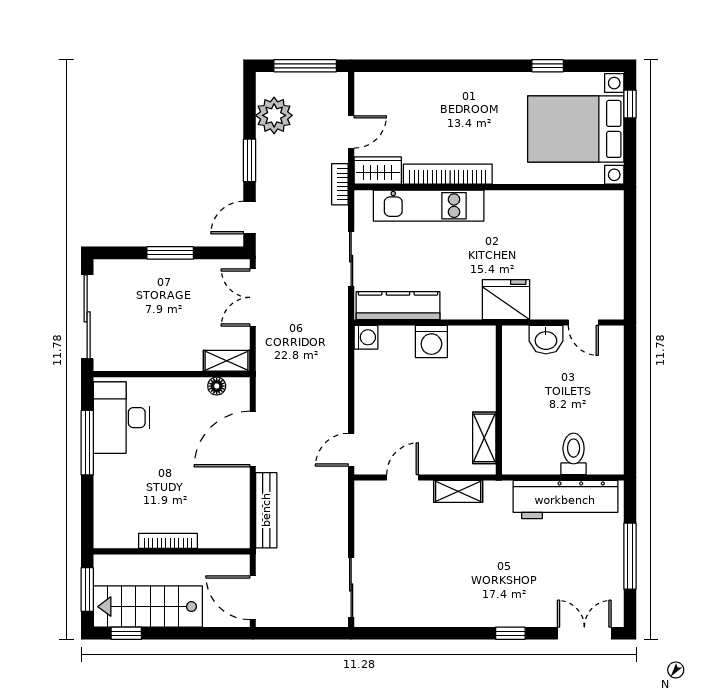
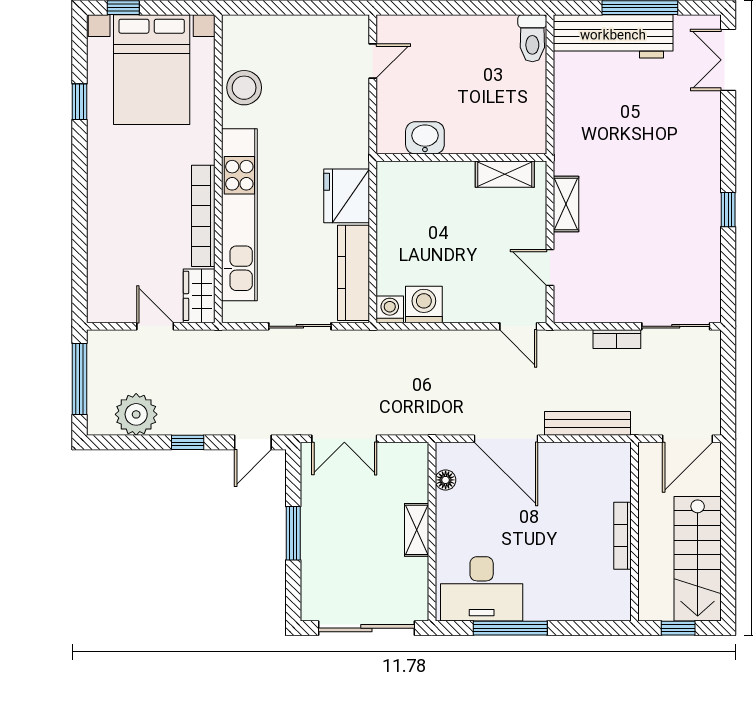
window: (250, 160) -> (188, 442), width x0.67
bookcase: (340, 184) -> (617, 339), moved
kitchen unit: (429, 206) -> (239, 215), width x1.36
stool: (560, 210) -> (244, 88), added
door: (250, 218) -> (253, 442), hinge flipped
fridge: (506, 300) -> (347, 196), moved
washbasin: (546, 340) -> (425, 138), moved, turned -90
washing machine: (431, 341) -> (424, 305), moved, turned -90
shelving: (227, 361) -> (417, 530), moved
toilet: (574, 454) -> (532, 38), moved, turned -90
workbench: (565, 500) -> (613, 36), moved, turned 90
window: (87, 590) -> (678, 628), width x0.67
window: (126, 633) -> (728, 583), removed
window: (510, 633) -> (728, 210), moved

